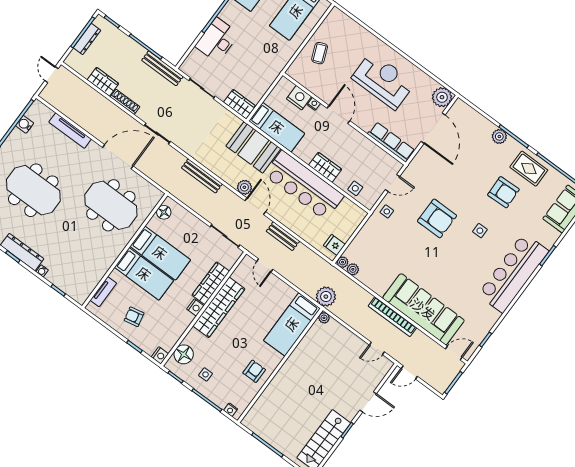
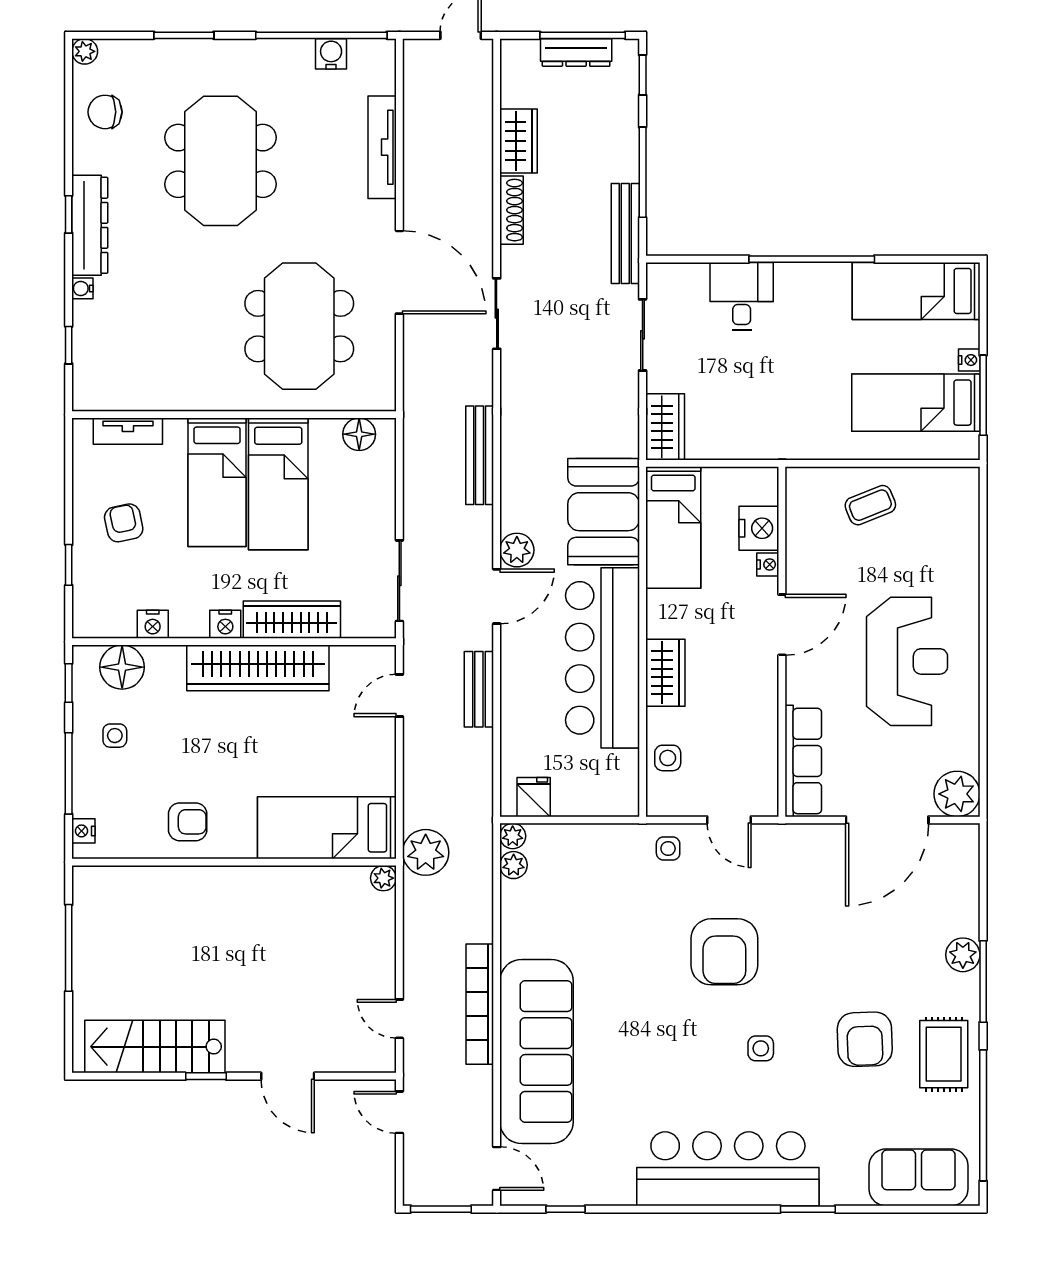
desk: (217, 40) -> (742, 296), width x0.73
nightstand: (160, 355) -> (153, 624), moved

